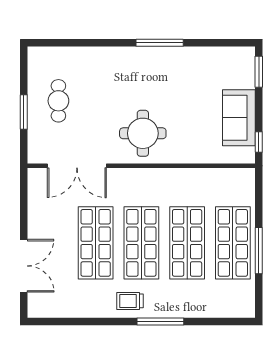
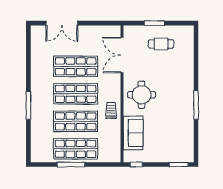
sofa: (239, 118) -> (133, 133), moved, turned 90
trolley: (130, 301) -> (111, 111), moved

